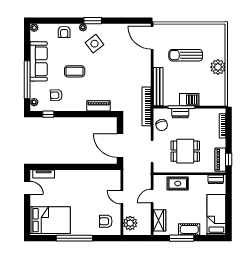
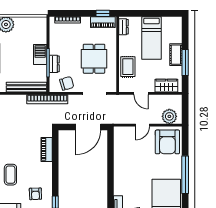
bed: (216, 215) -> (152, 38), moved, turned -90
armchair: (106, 221) -> (167, 142), width x1.88, depth x1.88

